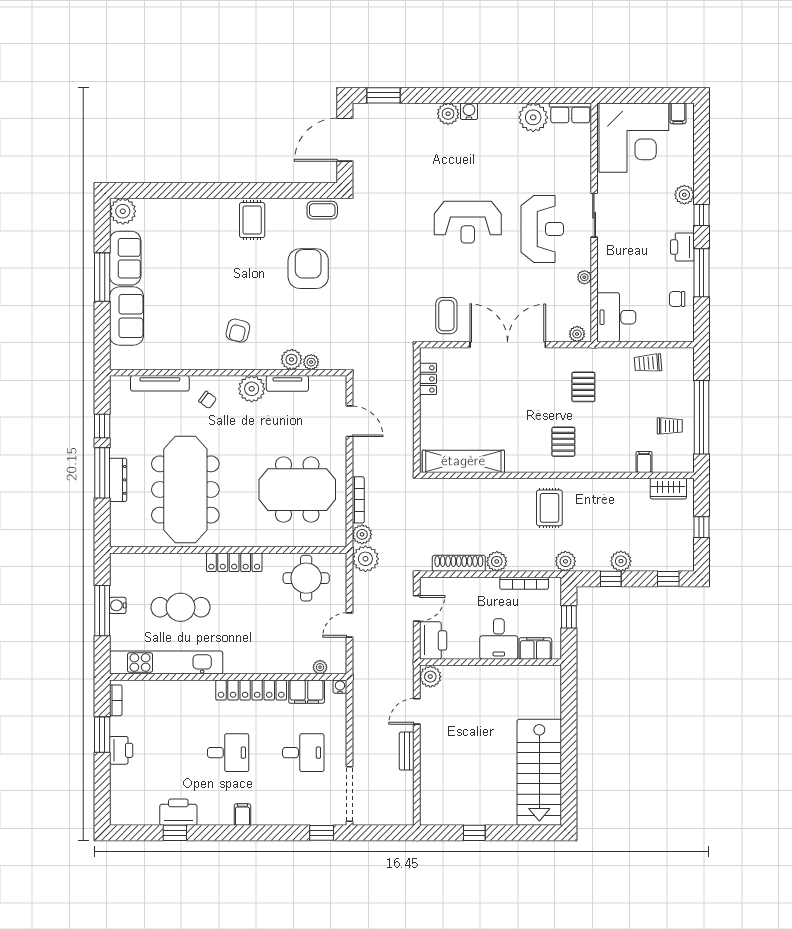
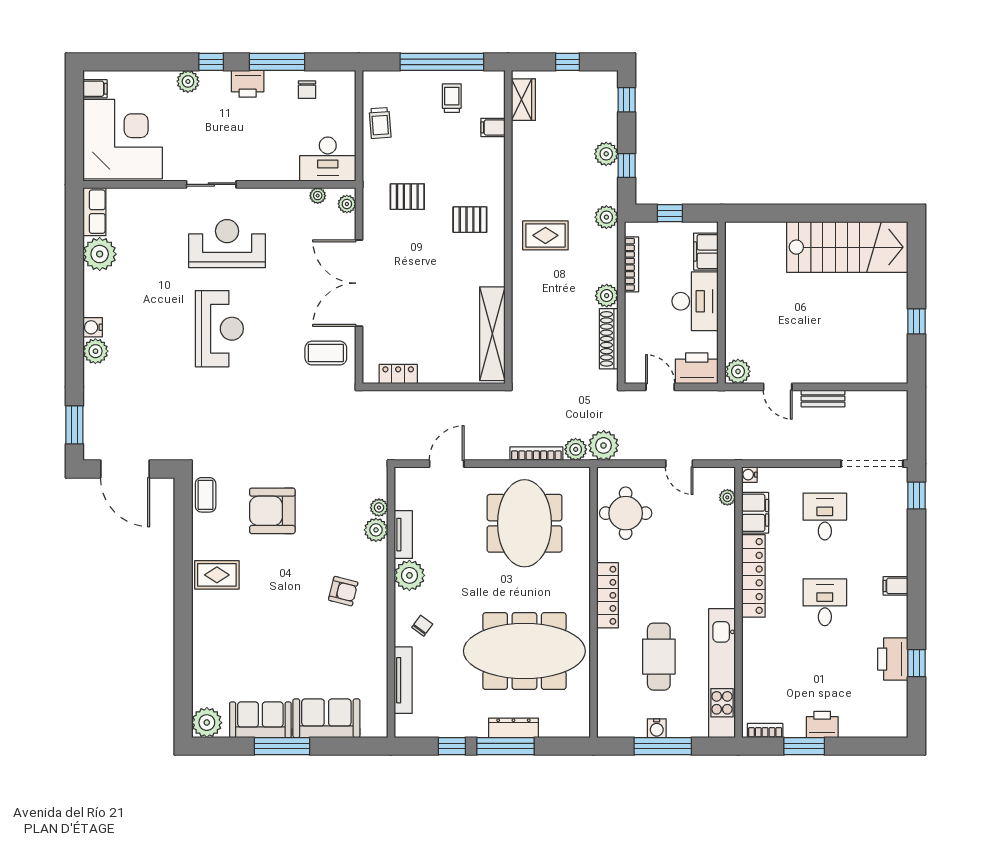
plant: (584, 277) -> (318, 196), moved
desk: (499, 639) -> (695, 301), width x1.37

